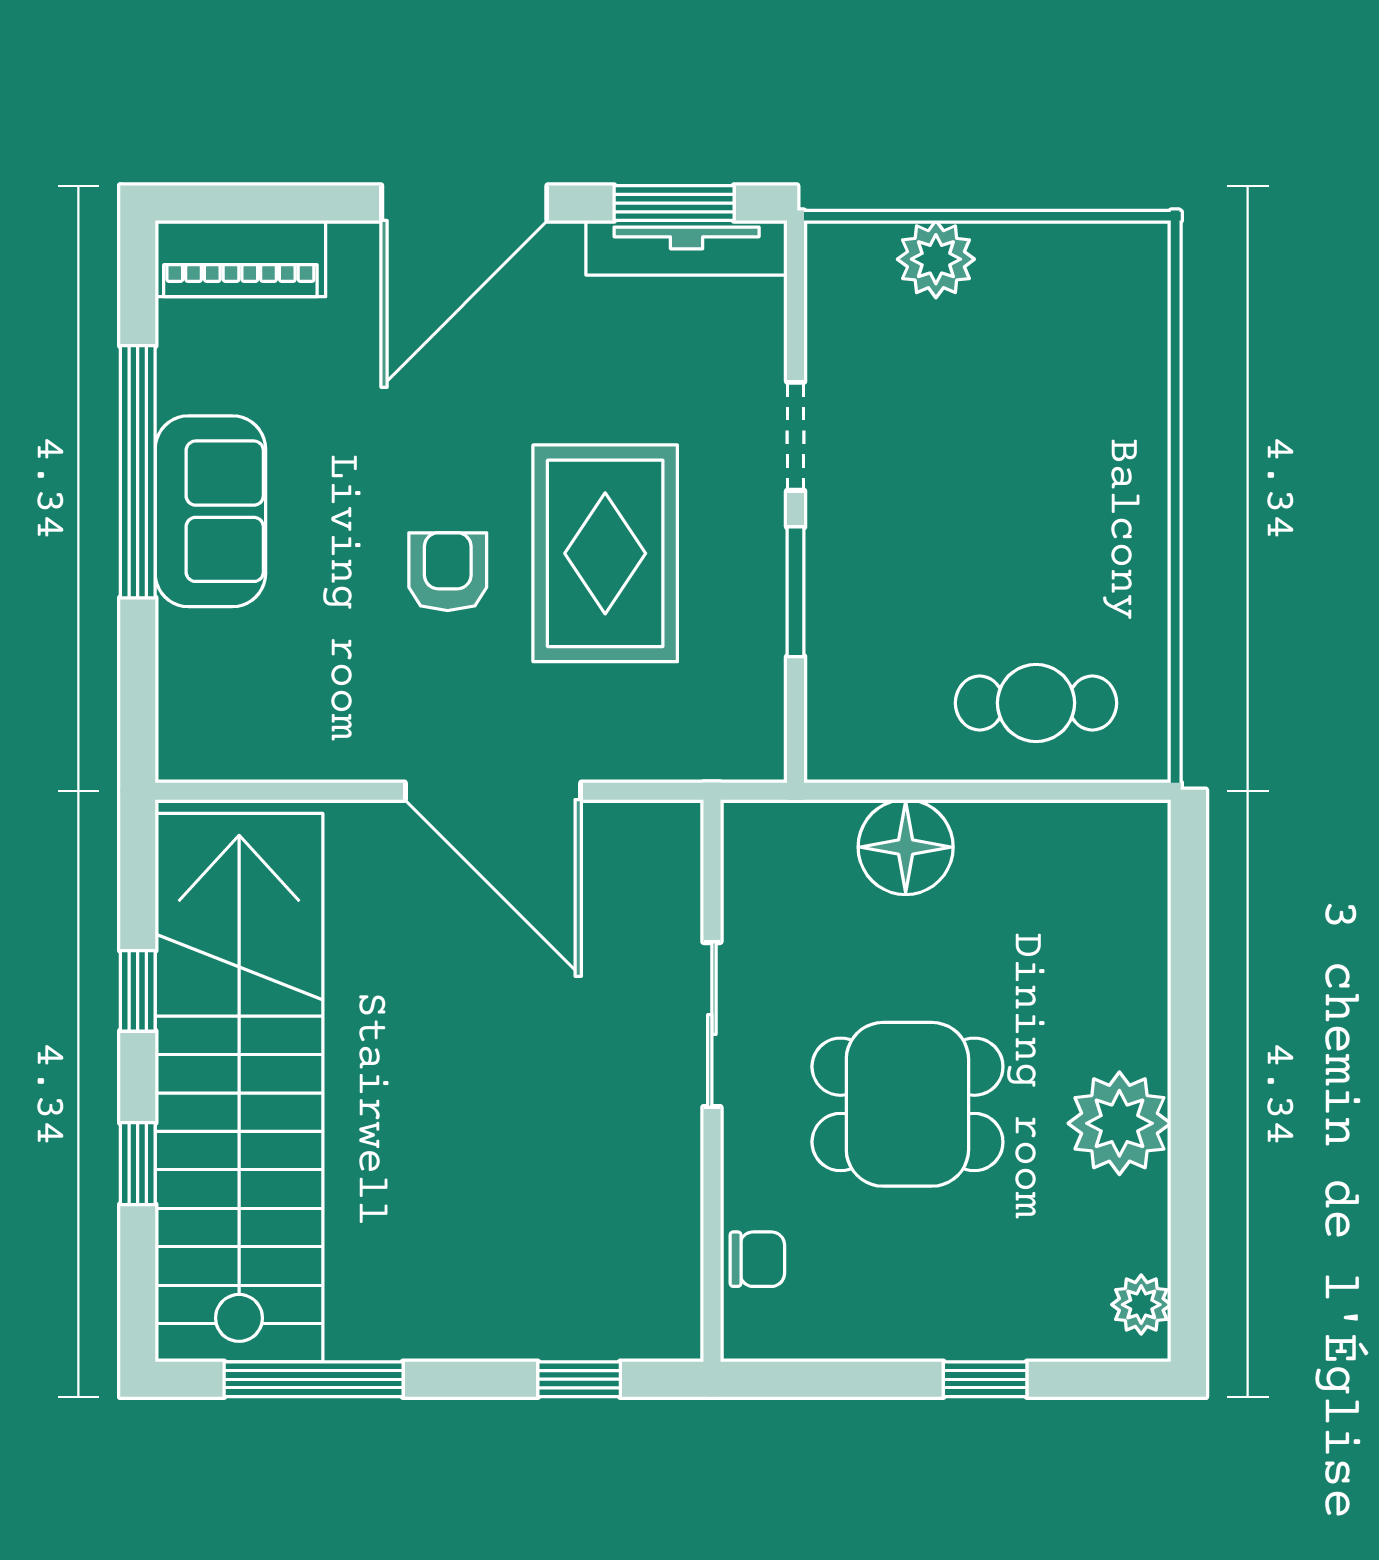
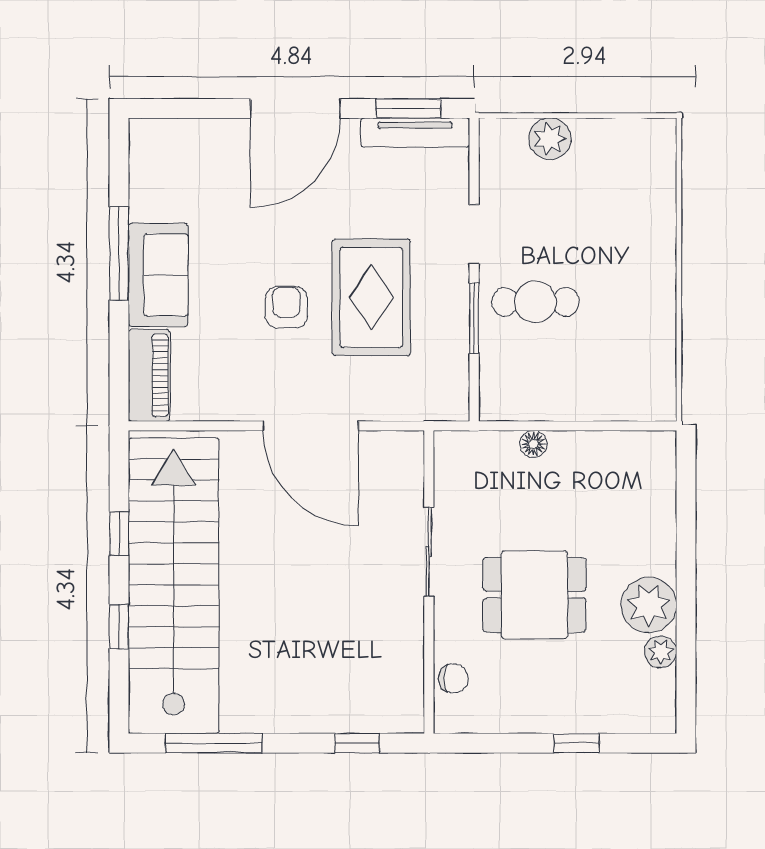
piano: (240, 259) -> (149, 375), moved, turned -90
window: (138, 472) -> (119, 253), width x0.68
cafe table: (1036, 703) -> (535, 302), moved
floor lamp: (906, 847) -> (533, 444), width x0.53, depth x0.53
plant: (1141, 1305) -> (661, 652), moved

